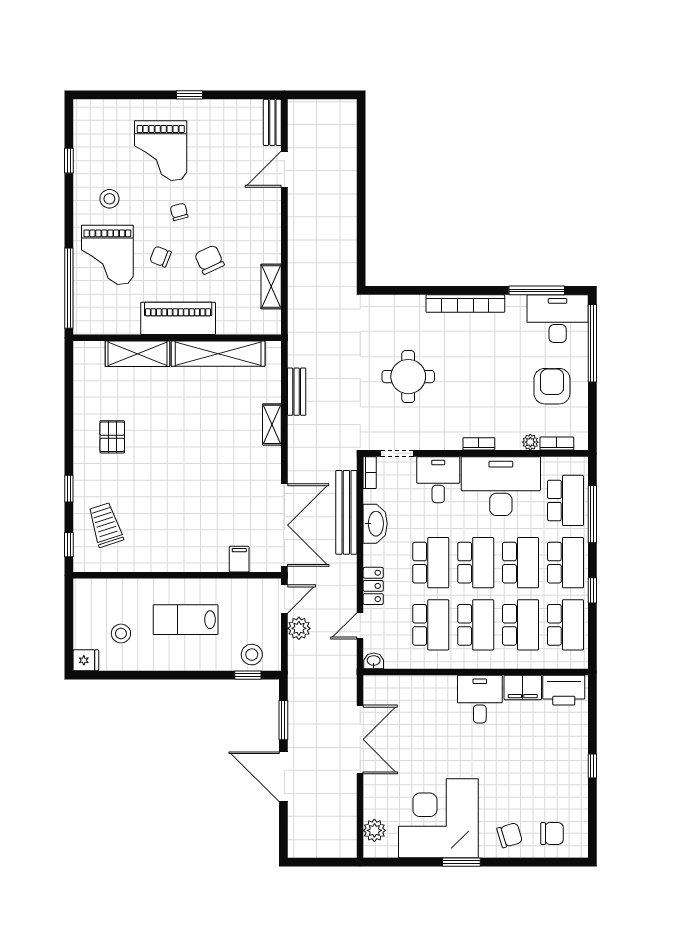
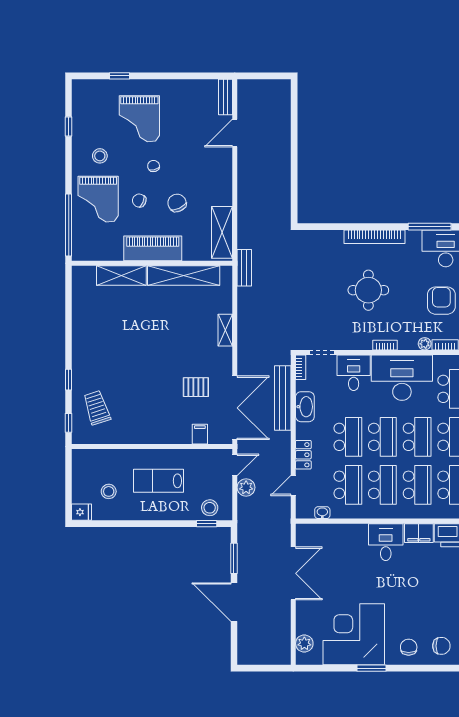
window: (189, 95) -> (119, 76), moved
shelving: (271, 287) -> (222, 232), width x1.50, depth x1.33
round table: (408, 377) -> (368, 290), moved
bench: (297, 392) -> (244, 268), moved
pallet: (112, 437) -> (196, 387), moved, turned 90
washbasin: (374, 661) -> (322, 513), moved
chair: (510, 835) -> (409, 647), turned -73

